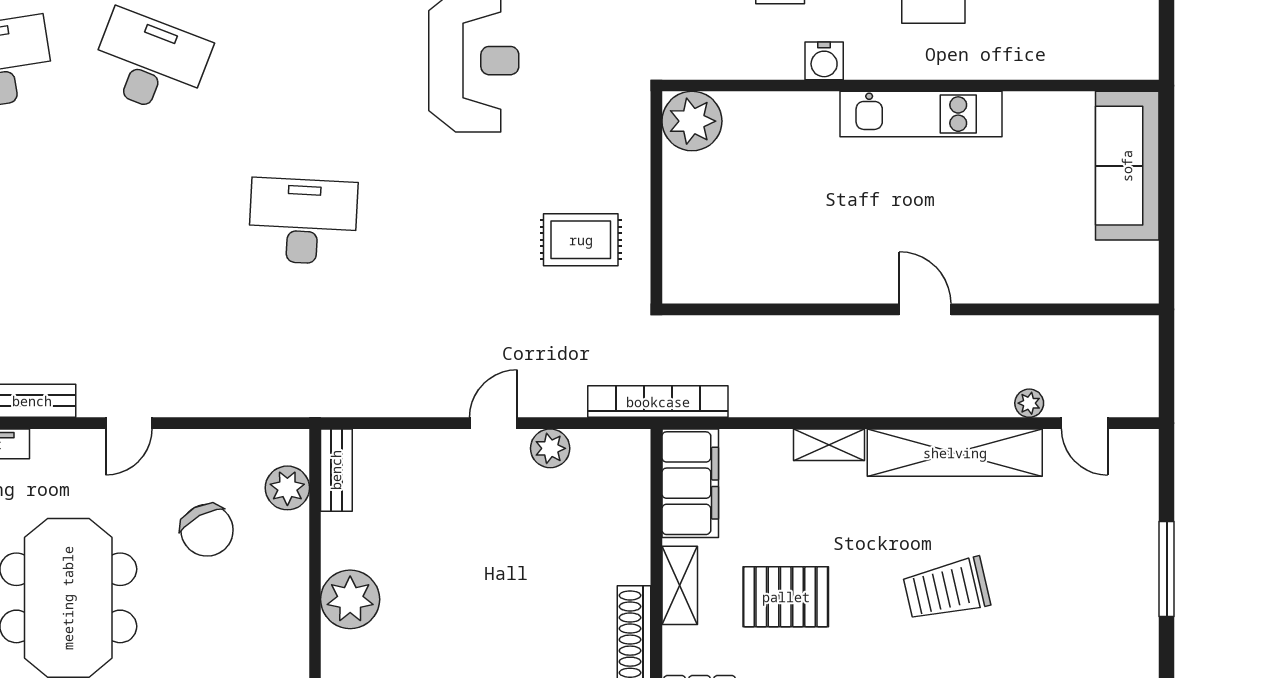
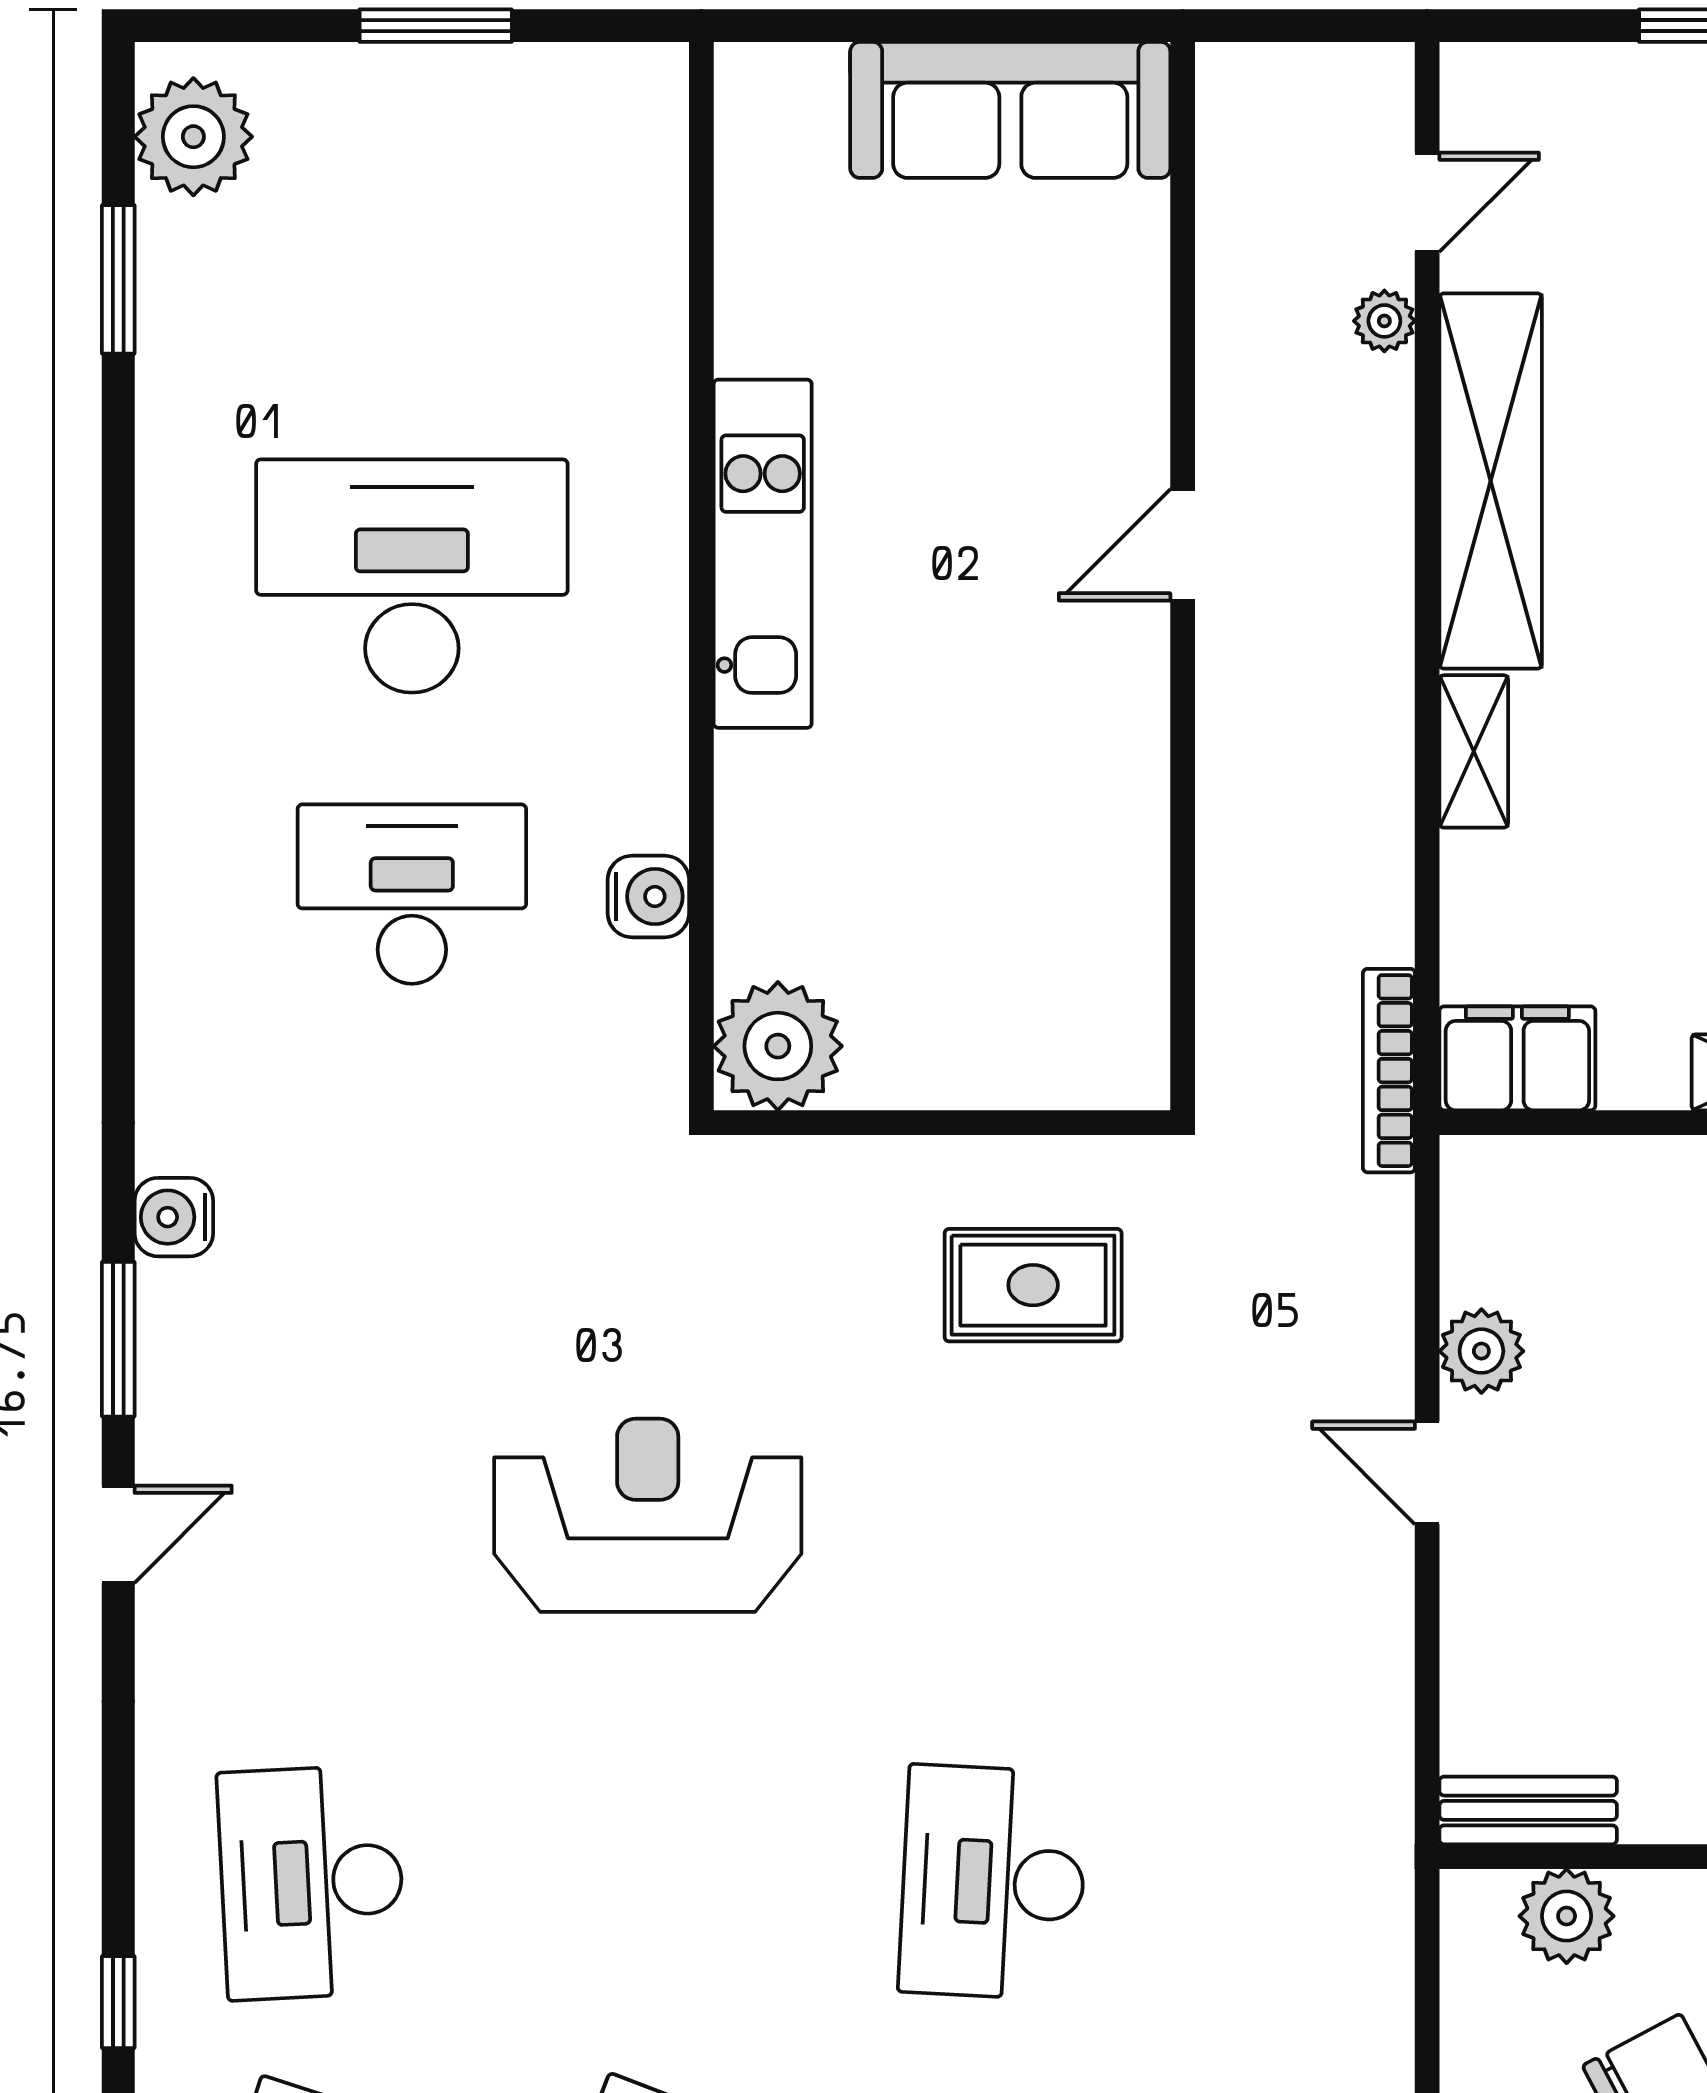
water cooler: (824, 61) -> (648, 896), moved
sofa: (1127, 166) -> (1010, 110), moved
rug: (581, 240) -> (1033, 1285), turned 90
bookcase: (658, 402) -> (1389, 1071), width x0.68, depth x0.76
filing cabinet: (690, 483) -> (1517, 1058), width x0.67, depth x0.86

